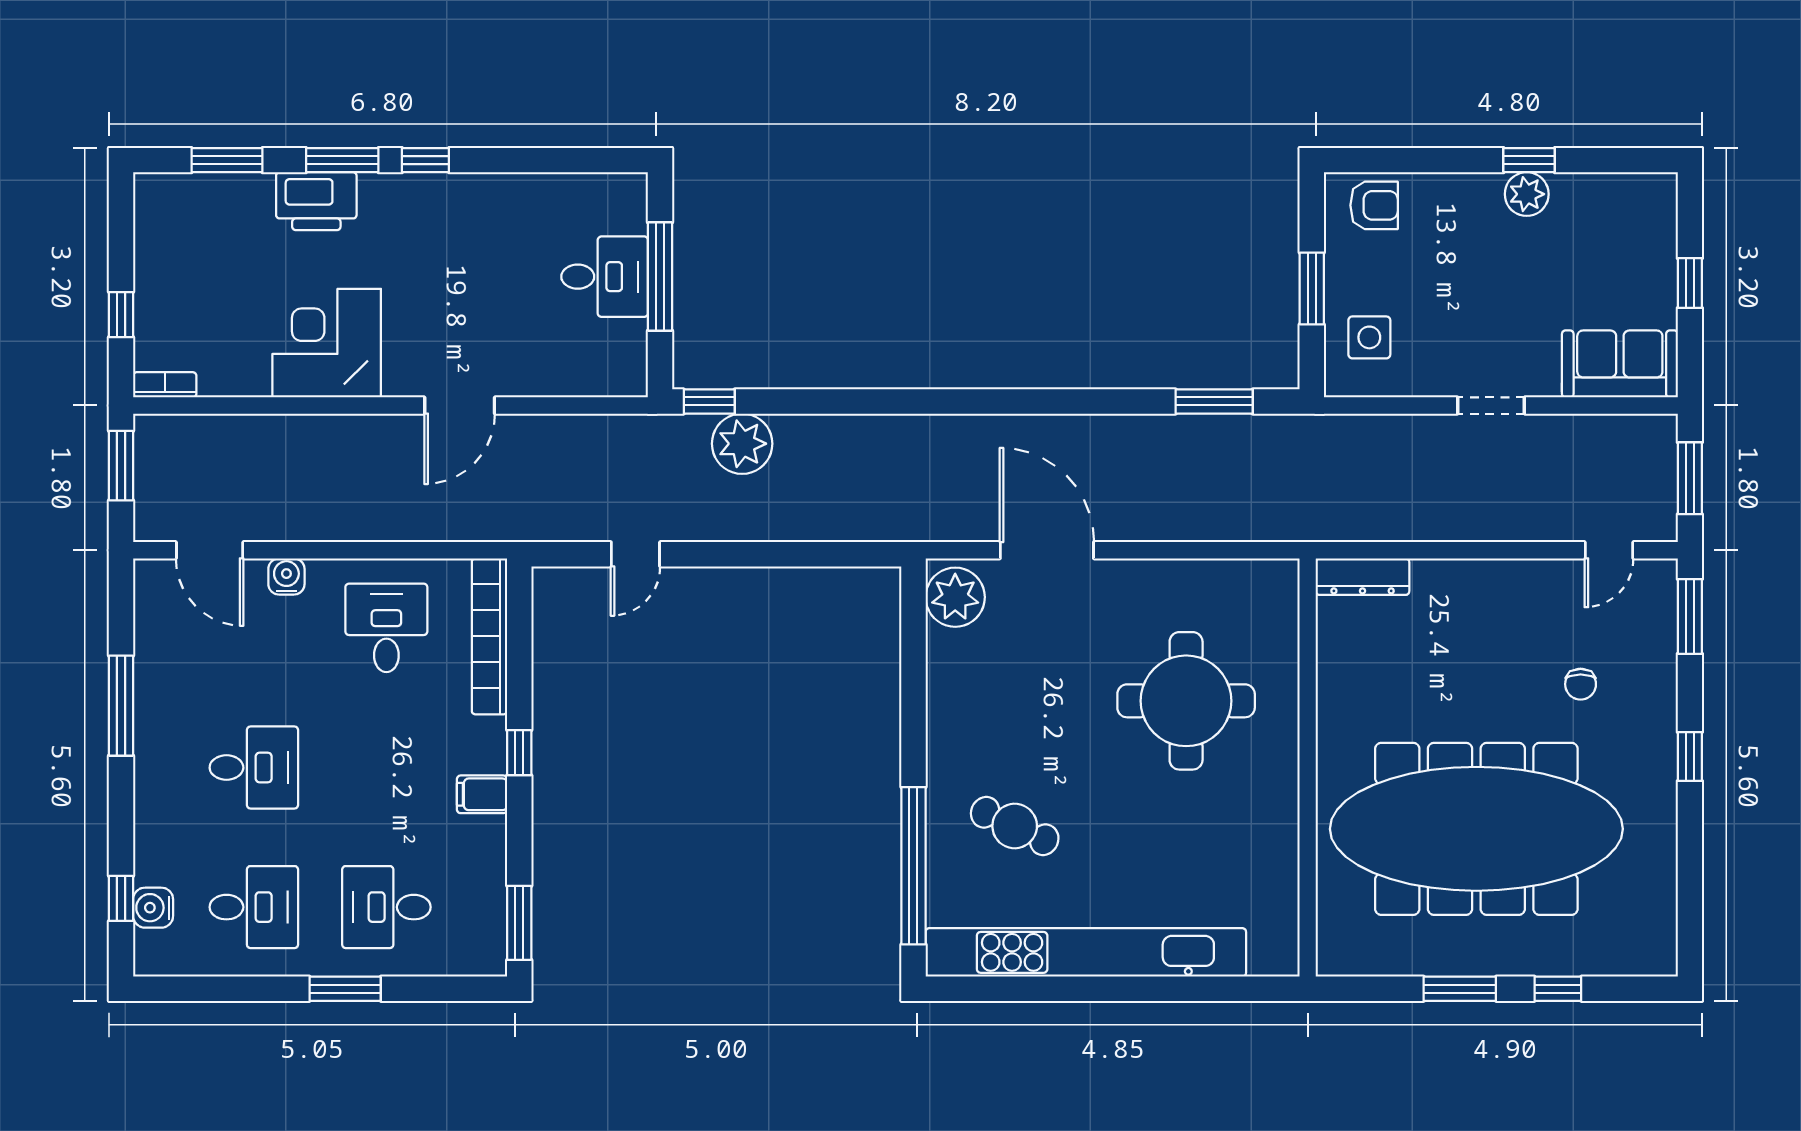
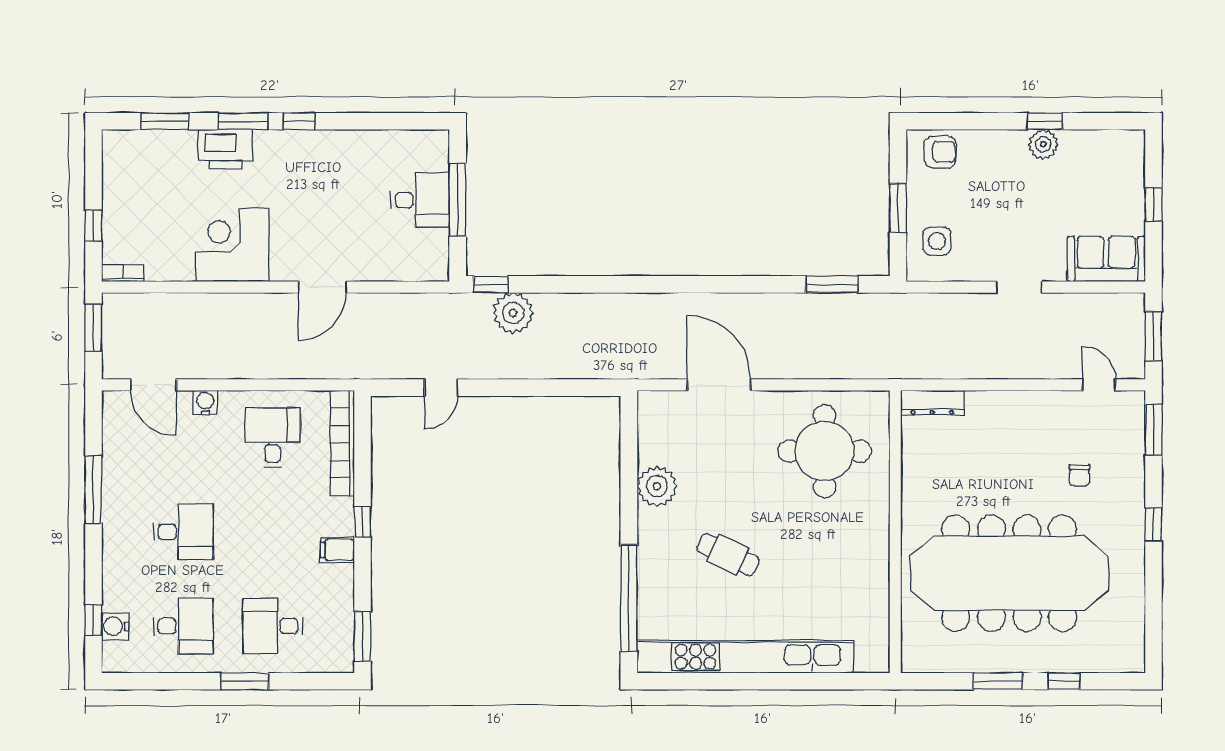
door: (1609, 550) -> (1099, 385), swing flipped
plant: (955, 597) -> (657, 486), moved
round table: (1186, 701) -> (825, 451), moved
cafe table: (1015, 826) -> (728, 555), moved

